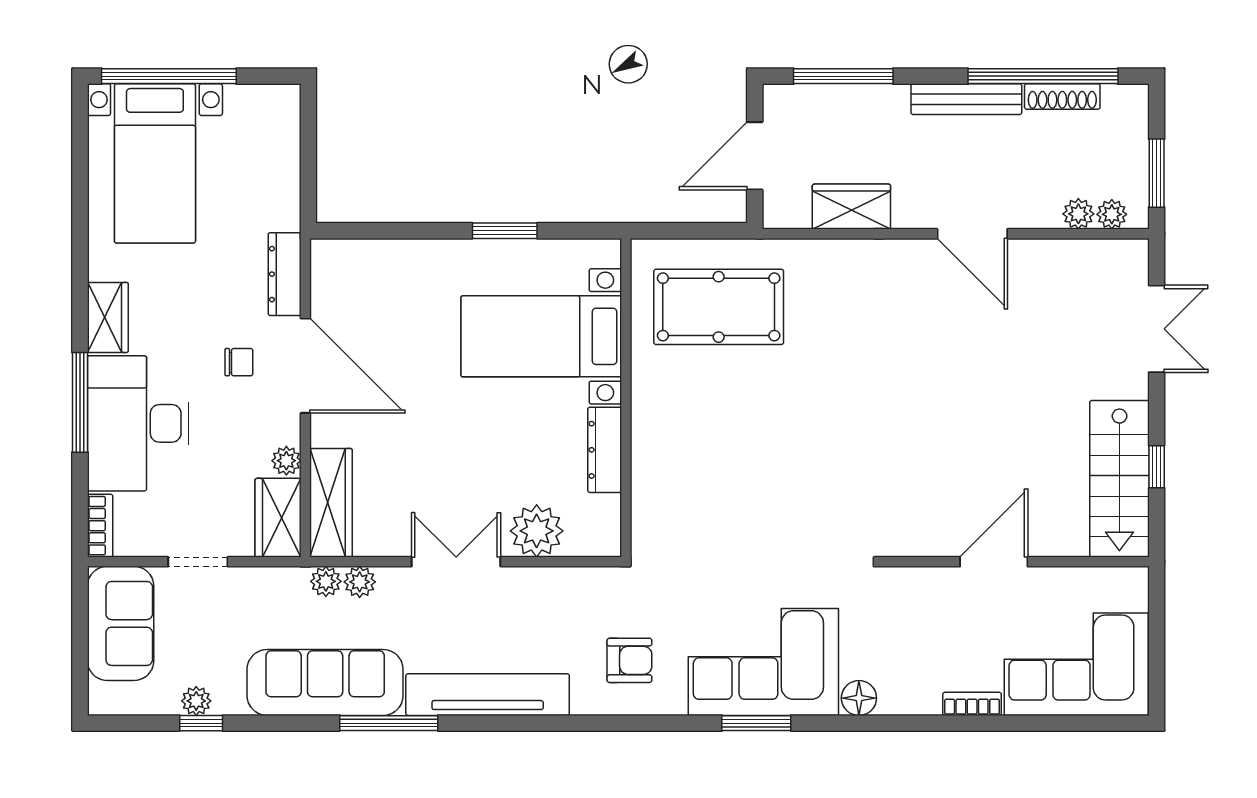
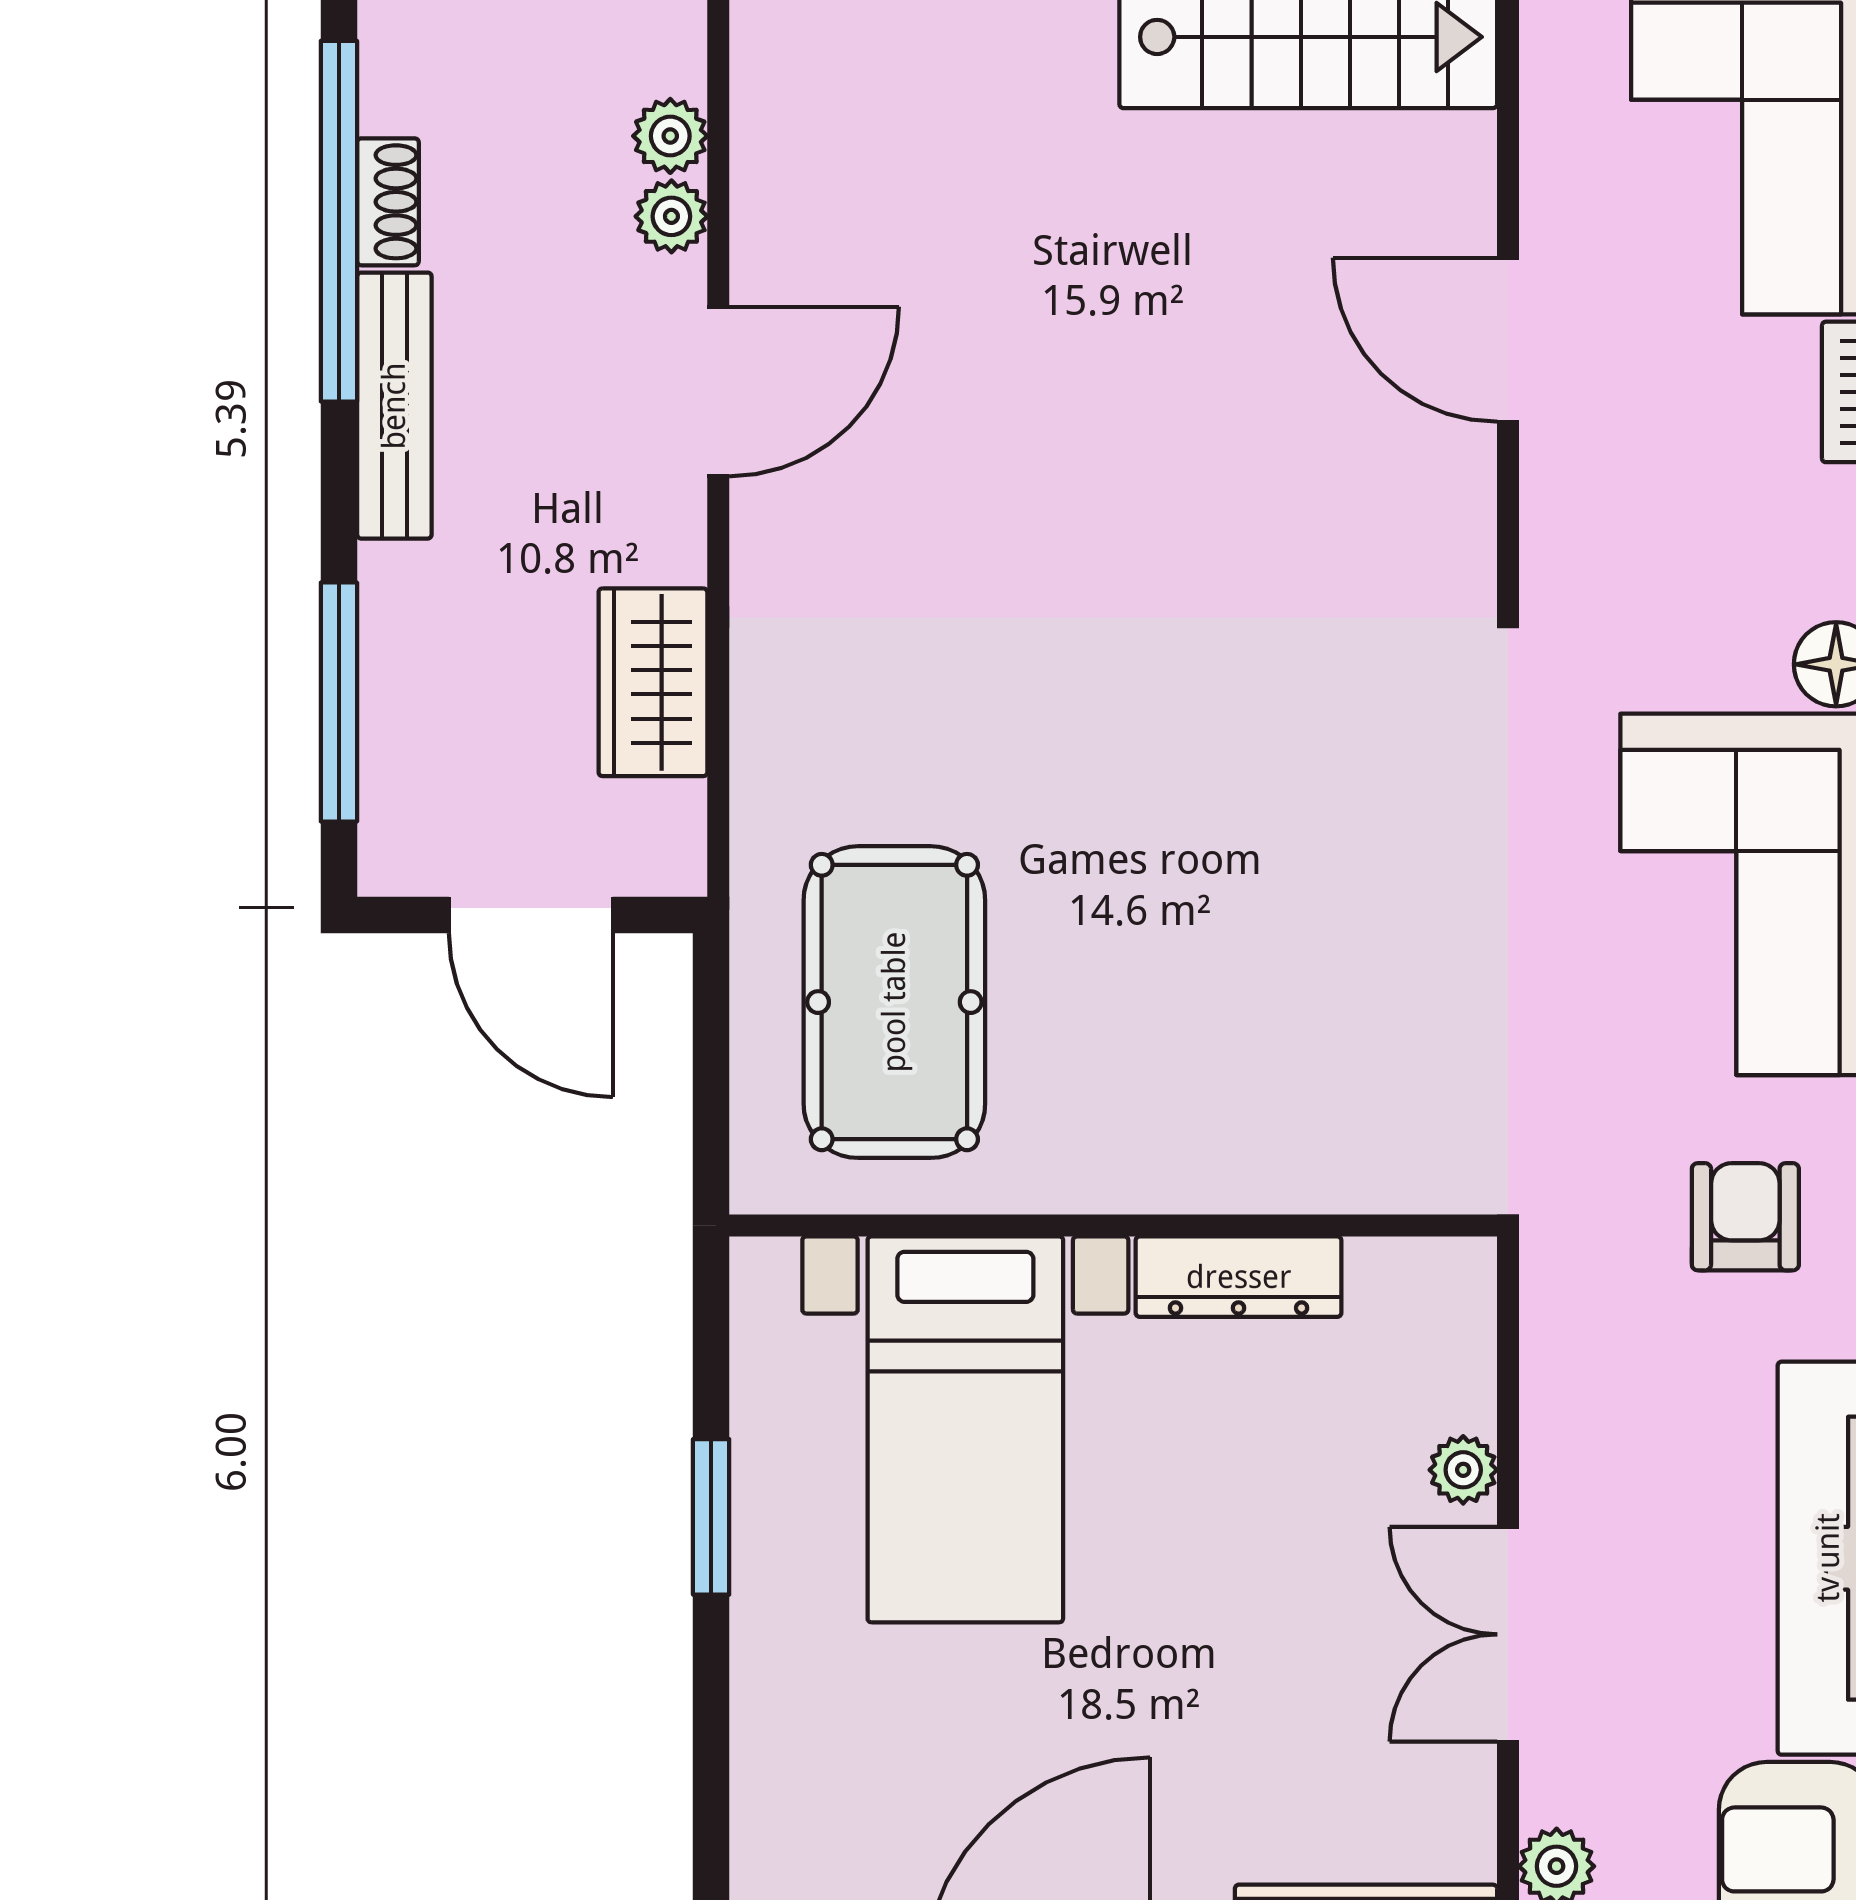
shoe rack: (1062, 97) -> (388, 202), width x0.70
plant: (1112, 214) -> (671, 216), moved
plant: (537, 531) -> (1463, 1470), width x0.53, depth x0.53

